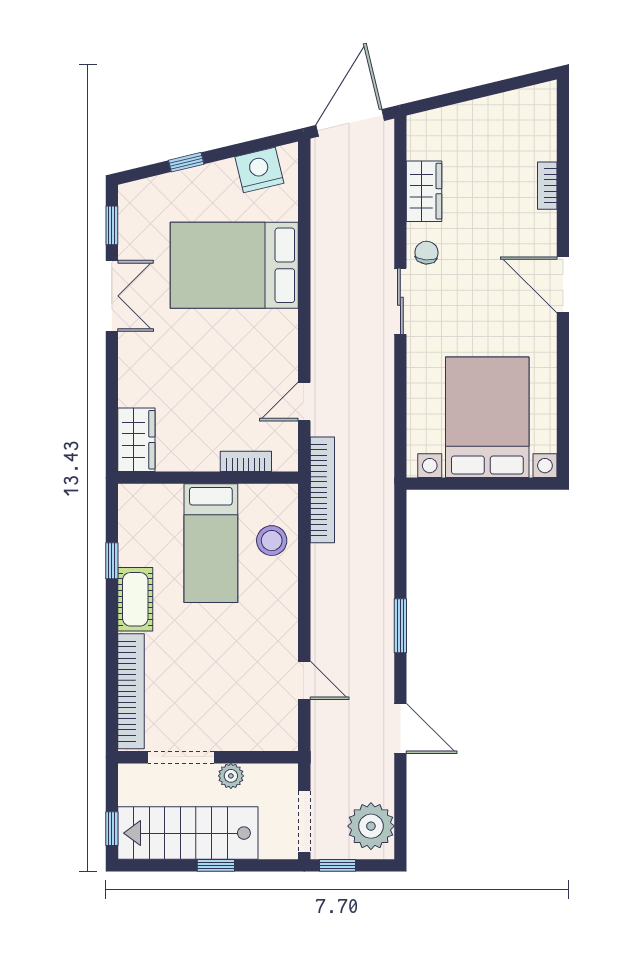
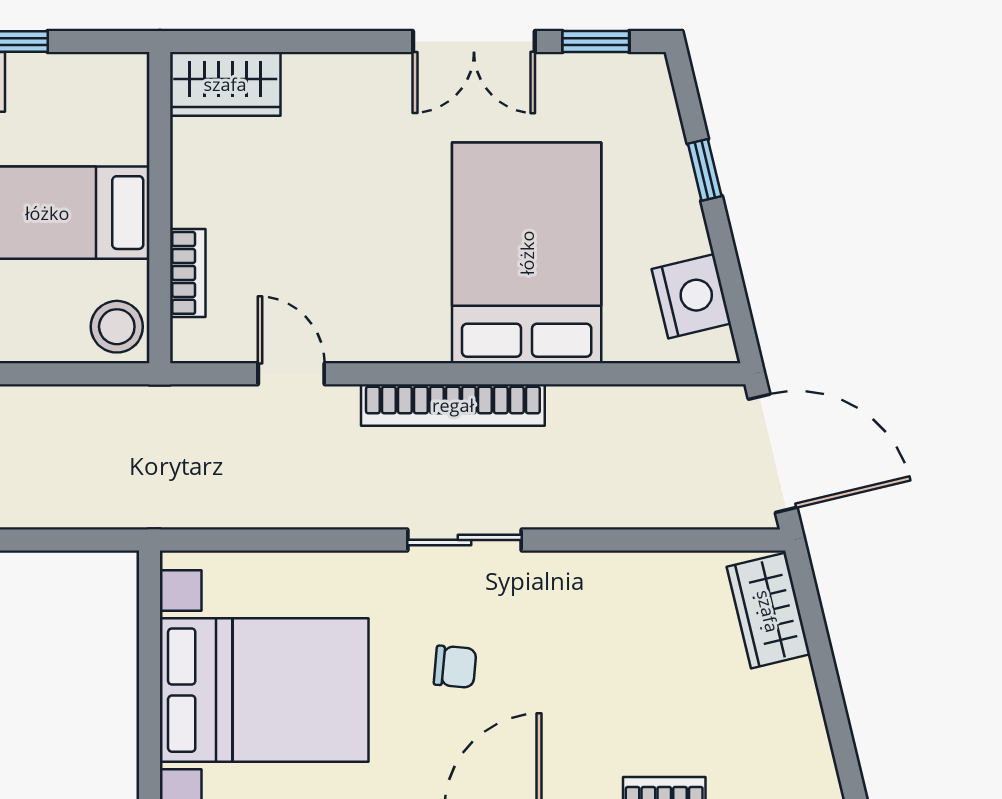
wardrobe: (424, 191) -> (768, 611), moved, turned 77
chair: (426, 253) -> (455, 667), moved
bookcase: (322, 490) -> (453, 405), moved
stool: (272, 541) -> (117, 327), moved

